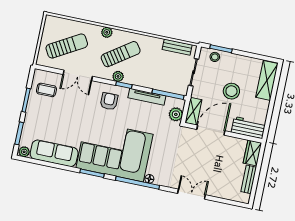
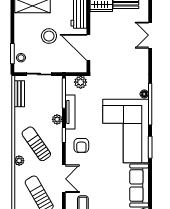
plant: (118, 76) -> (57, 119), moved
armchair: (109, 101) -> (81, 145), turned -90
shelving: (193, 111) -> (74, 67), removed
double door: (191, 194) -> (150, 35), moved

